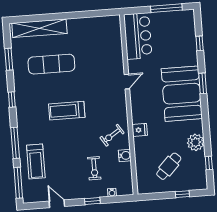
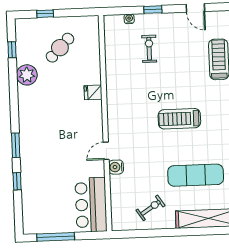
window: (200, 43) -> (17, 181), moved
booth: (182, 94) -> (41, 134), removed
treadmill: (67, 111) -> (179, 119), turned 180
exercise bike: (112, 135) -> (151, 208), moved
water cooler: (125, 156) -> (116, 167), moved

